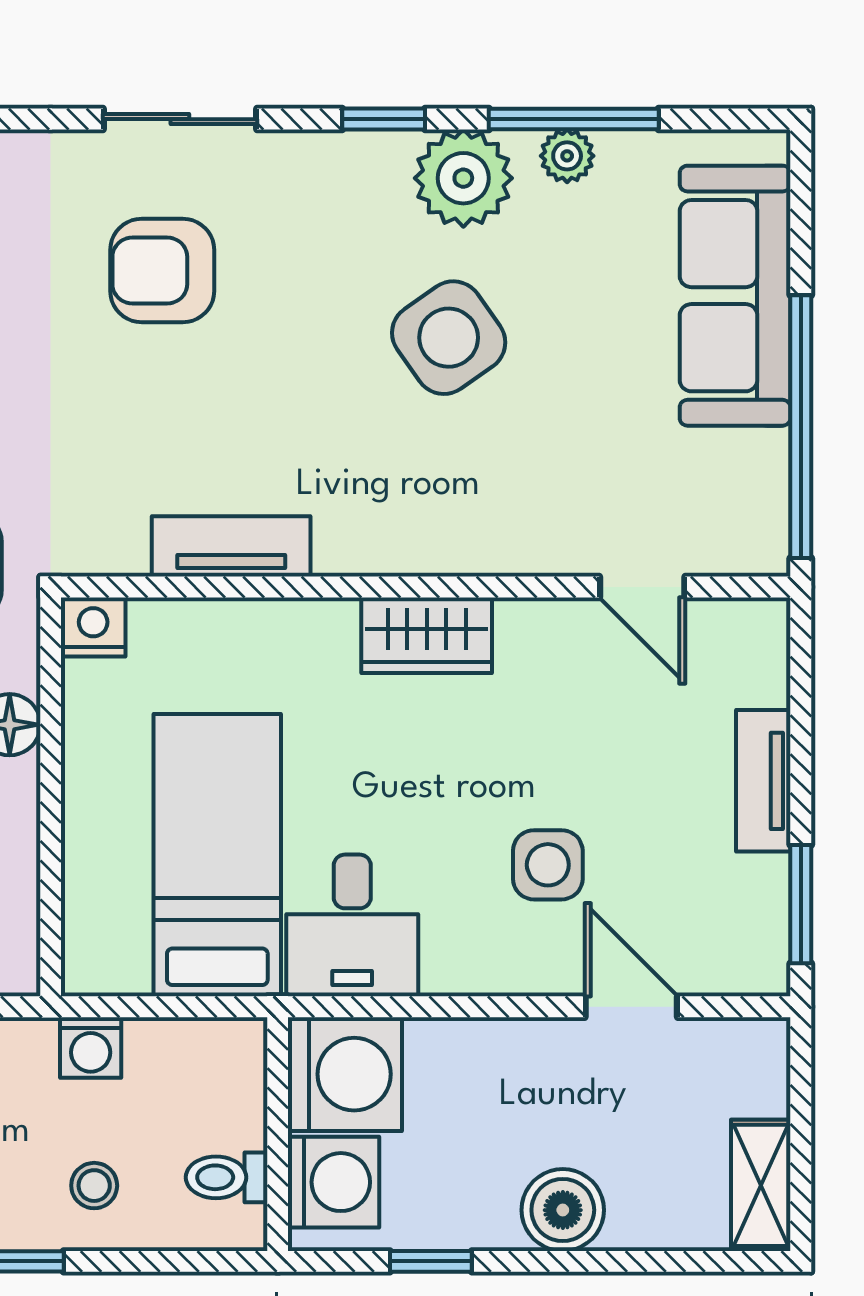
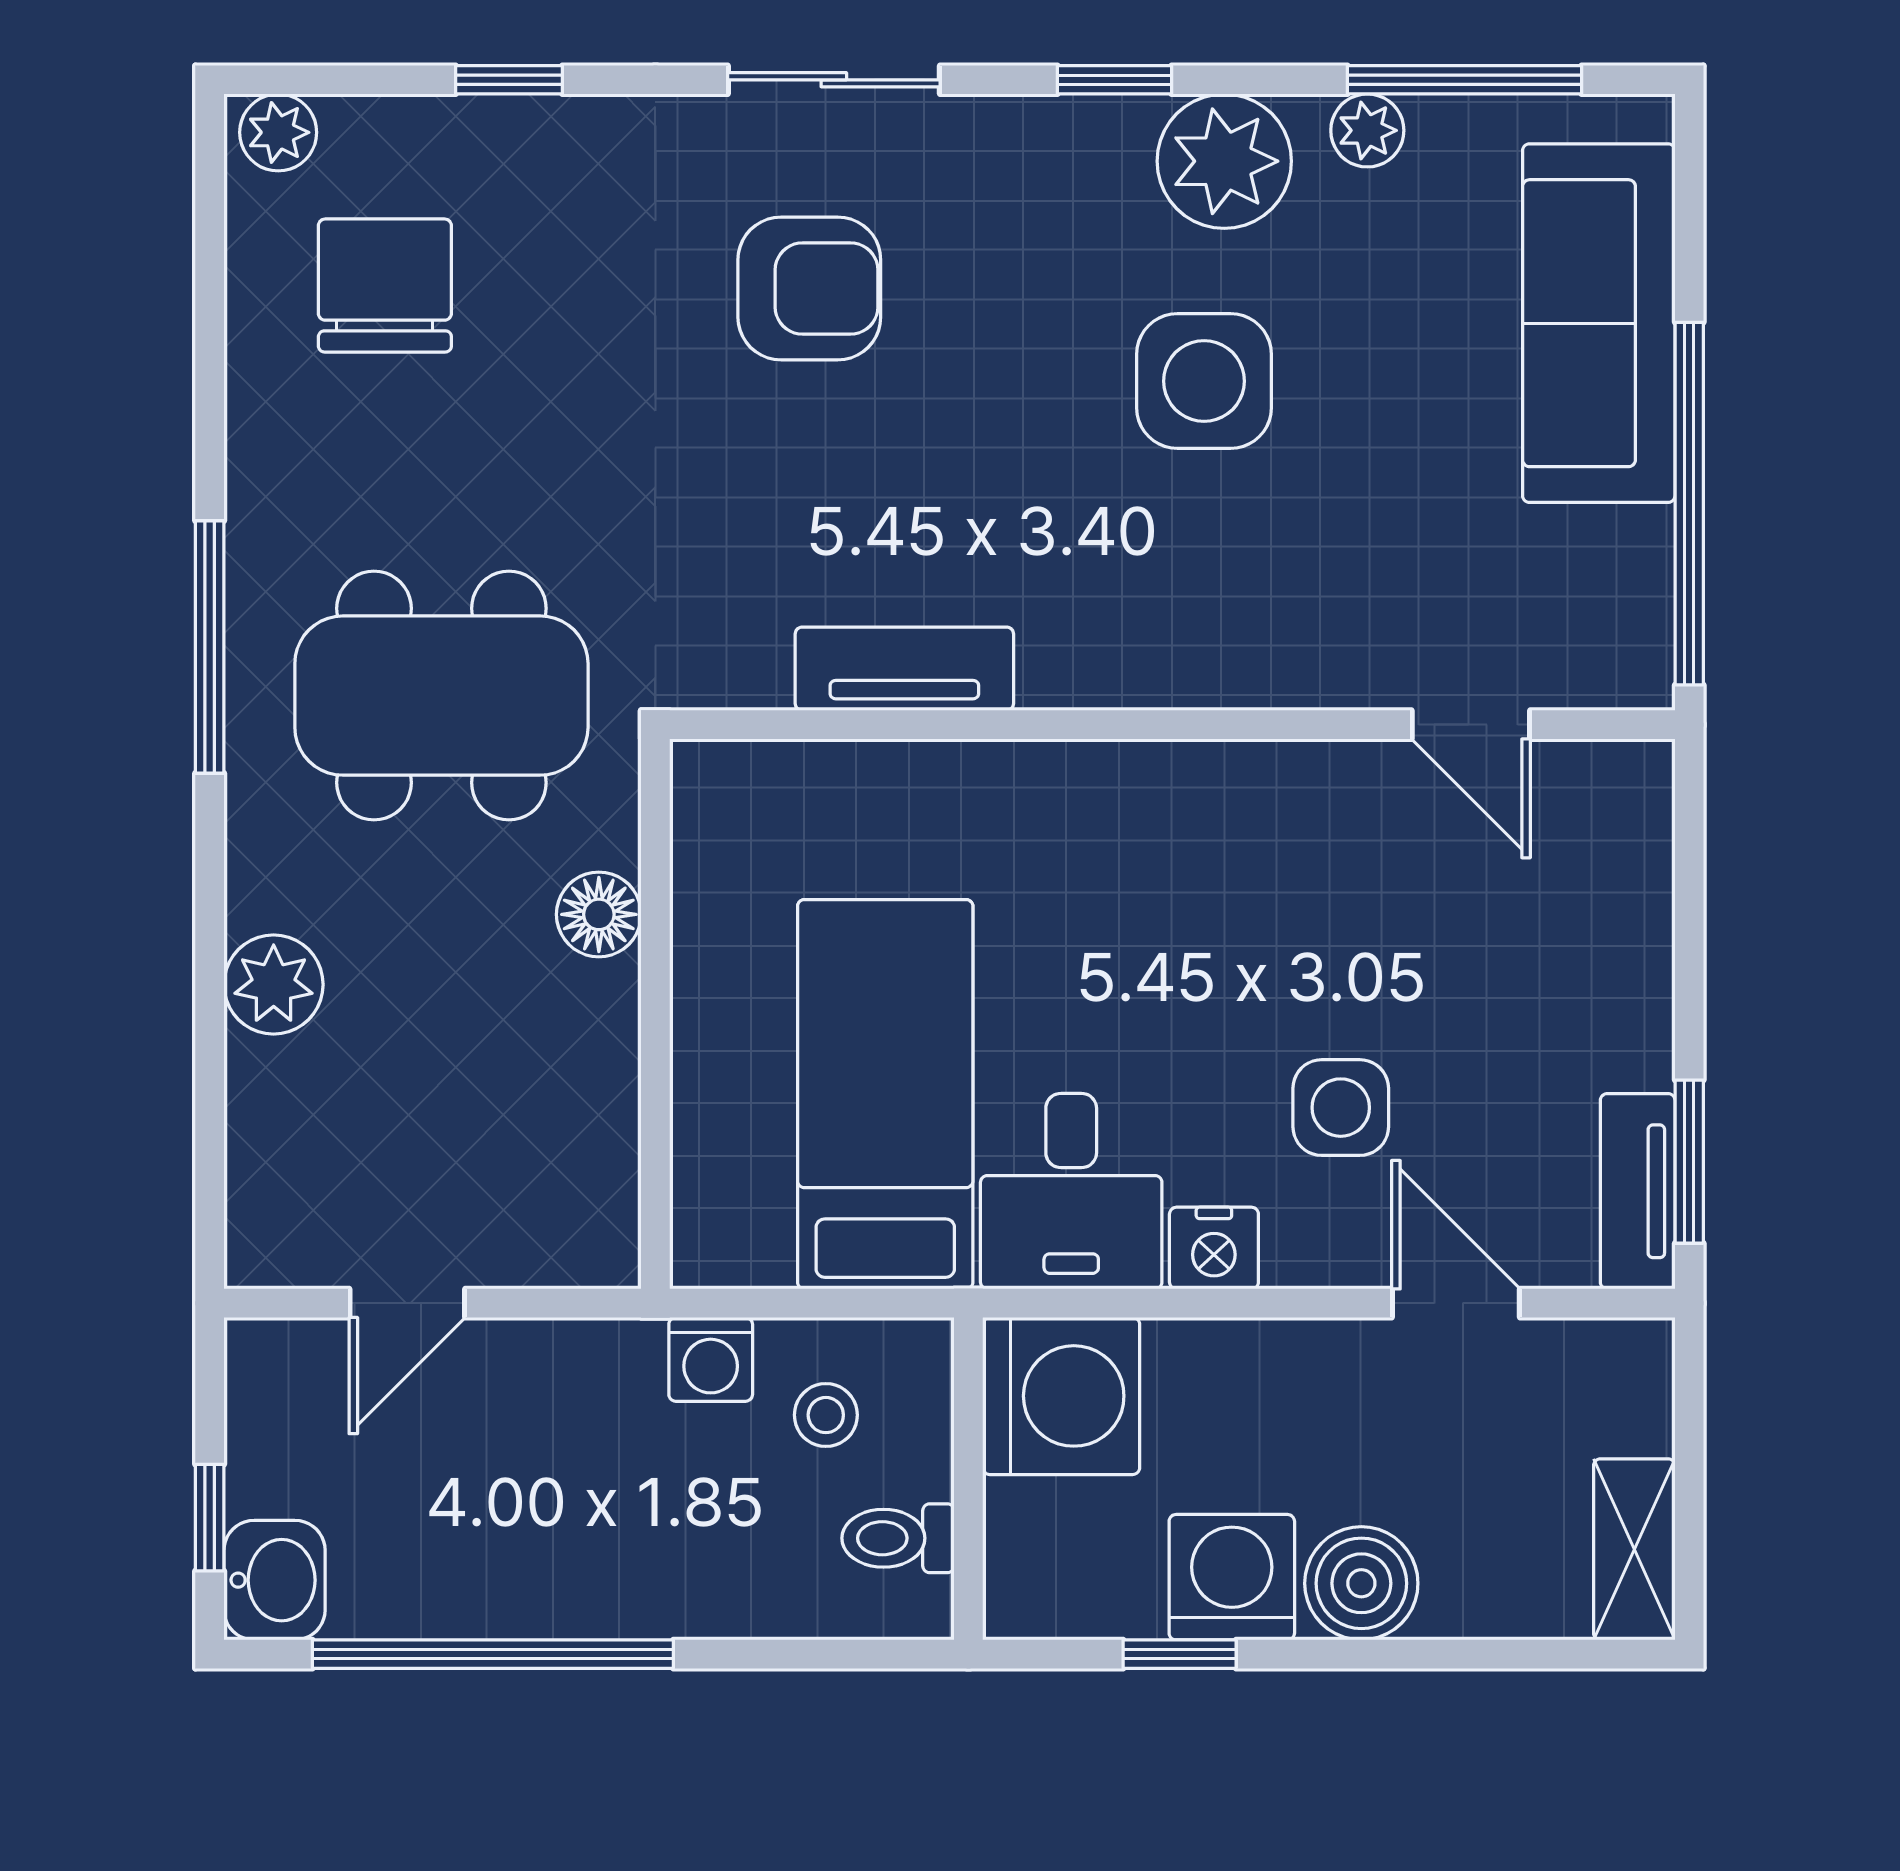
window: (574, 119) -> (1464, 80), moved
armchair: (162, 270) -> (809, 288), turned 180
side table: (449, 338) -> (1204, 381), turned 35
nightstand: (93, 627) -> (1214, 1248), moved, turned 180
wardrobe: (427, 635) -> (1174, 791), removed
tv unit: (763, 781) -> (1638, 1191), moved
washing machine: (334, 1182) -> (1232, 1577), moved, turned -90
stool: (94, 1186) -> (826, 1415), moved

